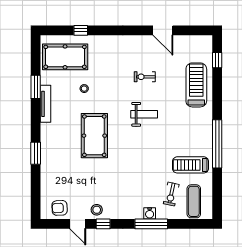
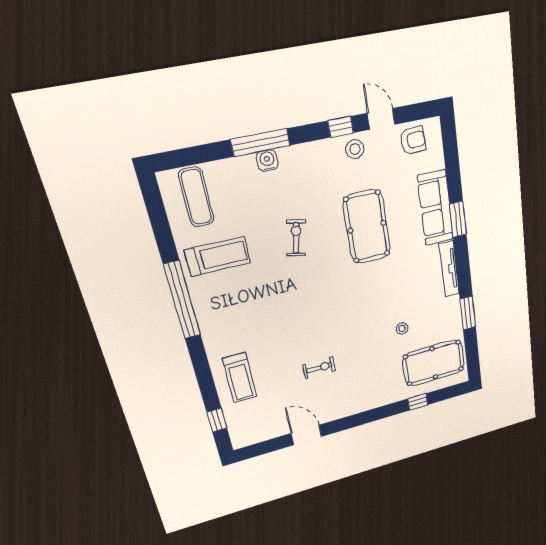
treadmill: (196, 85) -> (240, 378), width x0.73, depth x0.73
tv unit: (46, 104) -> (449, 269), moved
weight bench: (144, 114) -> (309, 315), removed
pool table: (94, 136) -> (367, 227), moved
sofa: (50, 164) -> (436, 208), added
exercise bike: (171, 194) -> (296, 238), moved

